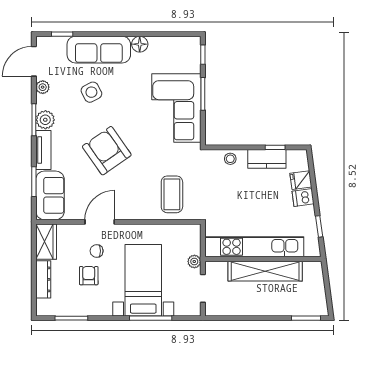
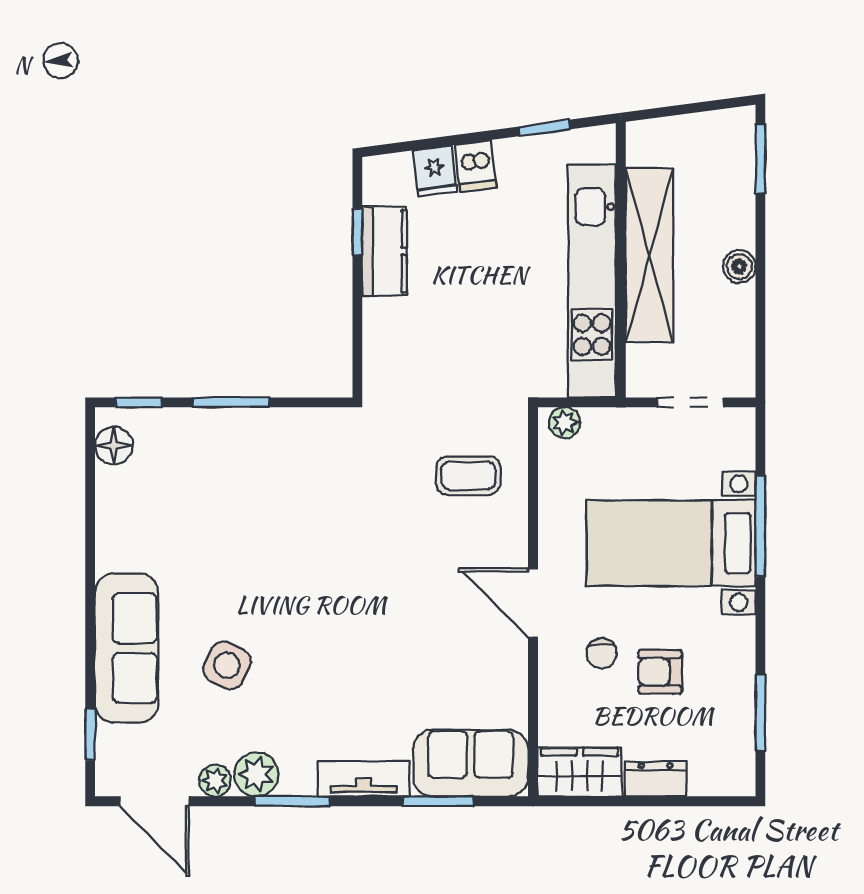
floor lamp: (140, 44) -> (114, 446), moved
side table: (91, 92) -> (227, 665), turned -37
corner sofa: (176, 108) -> (264, 465), removed
plant: (45, 120) -> (256, 774), moved
armchair: (107, 151) -> (365, 629), removed
stool: (230, 159) -> (384, 338), removed
coffee table: (172, 194) -> (468, 476), width x0.73, depth x0.77
door: (100, 222) -> (533, 603), moved
plant: (194, 261) -> (565, 423), moved
dresser: (43, 279) -> (656, 779), width x0.70
boiler: (260, 309) -> (739, 267), added

